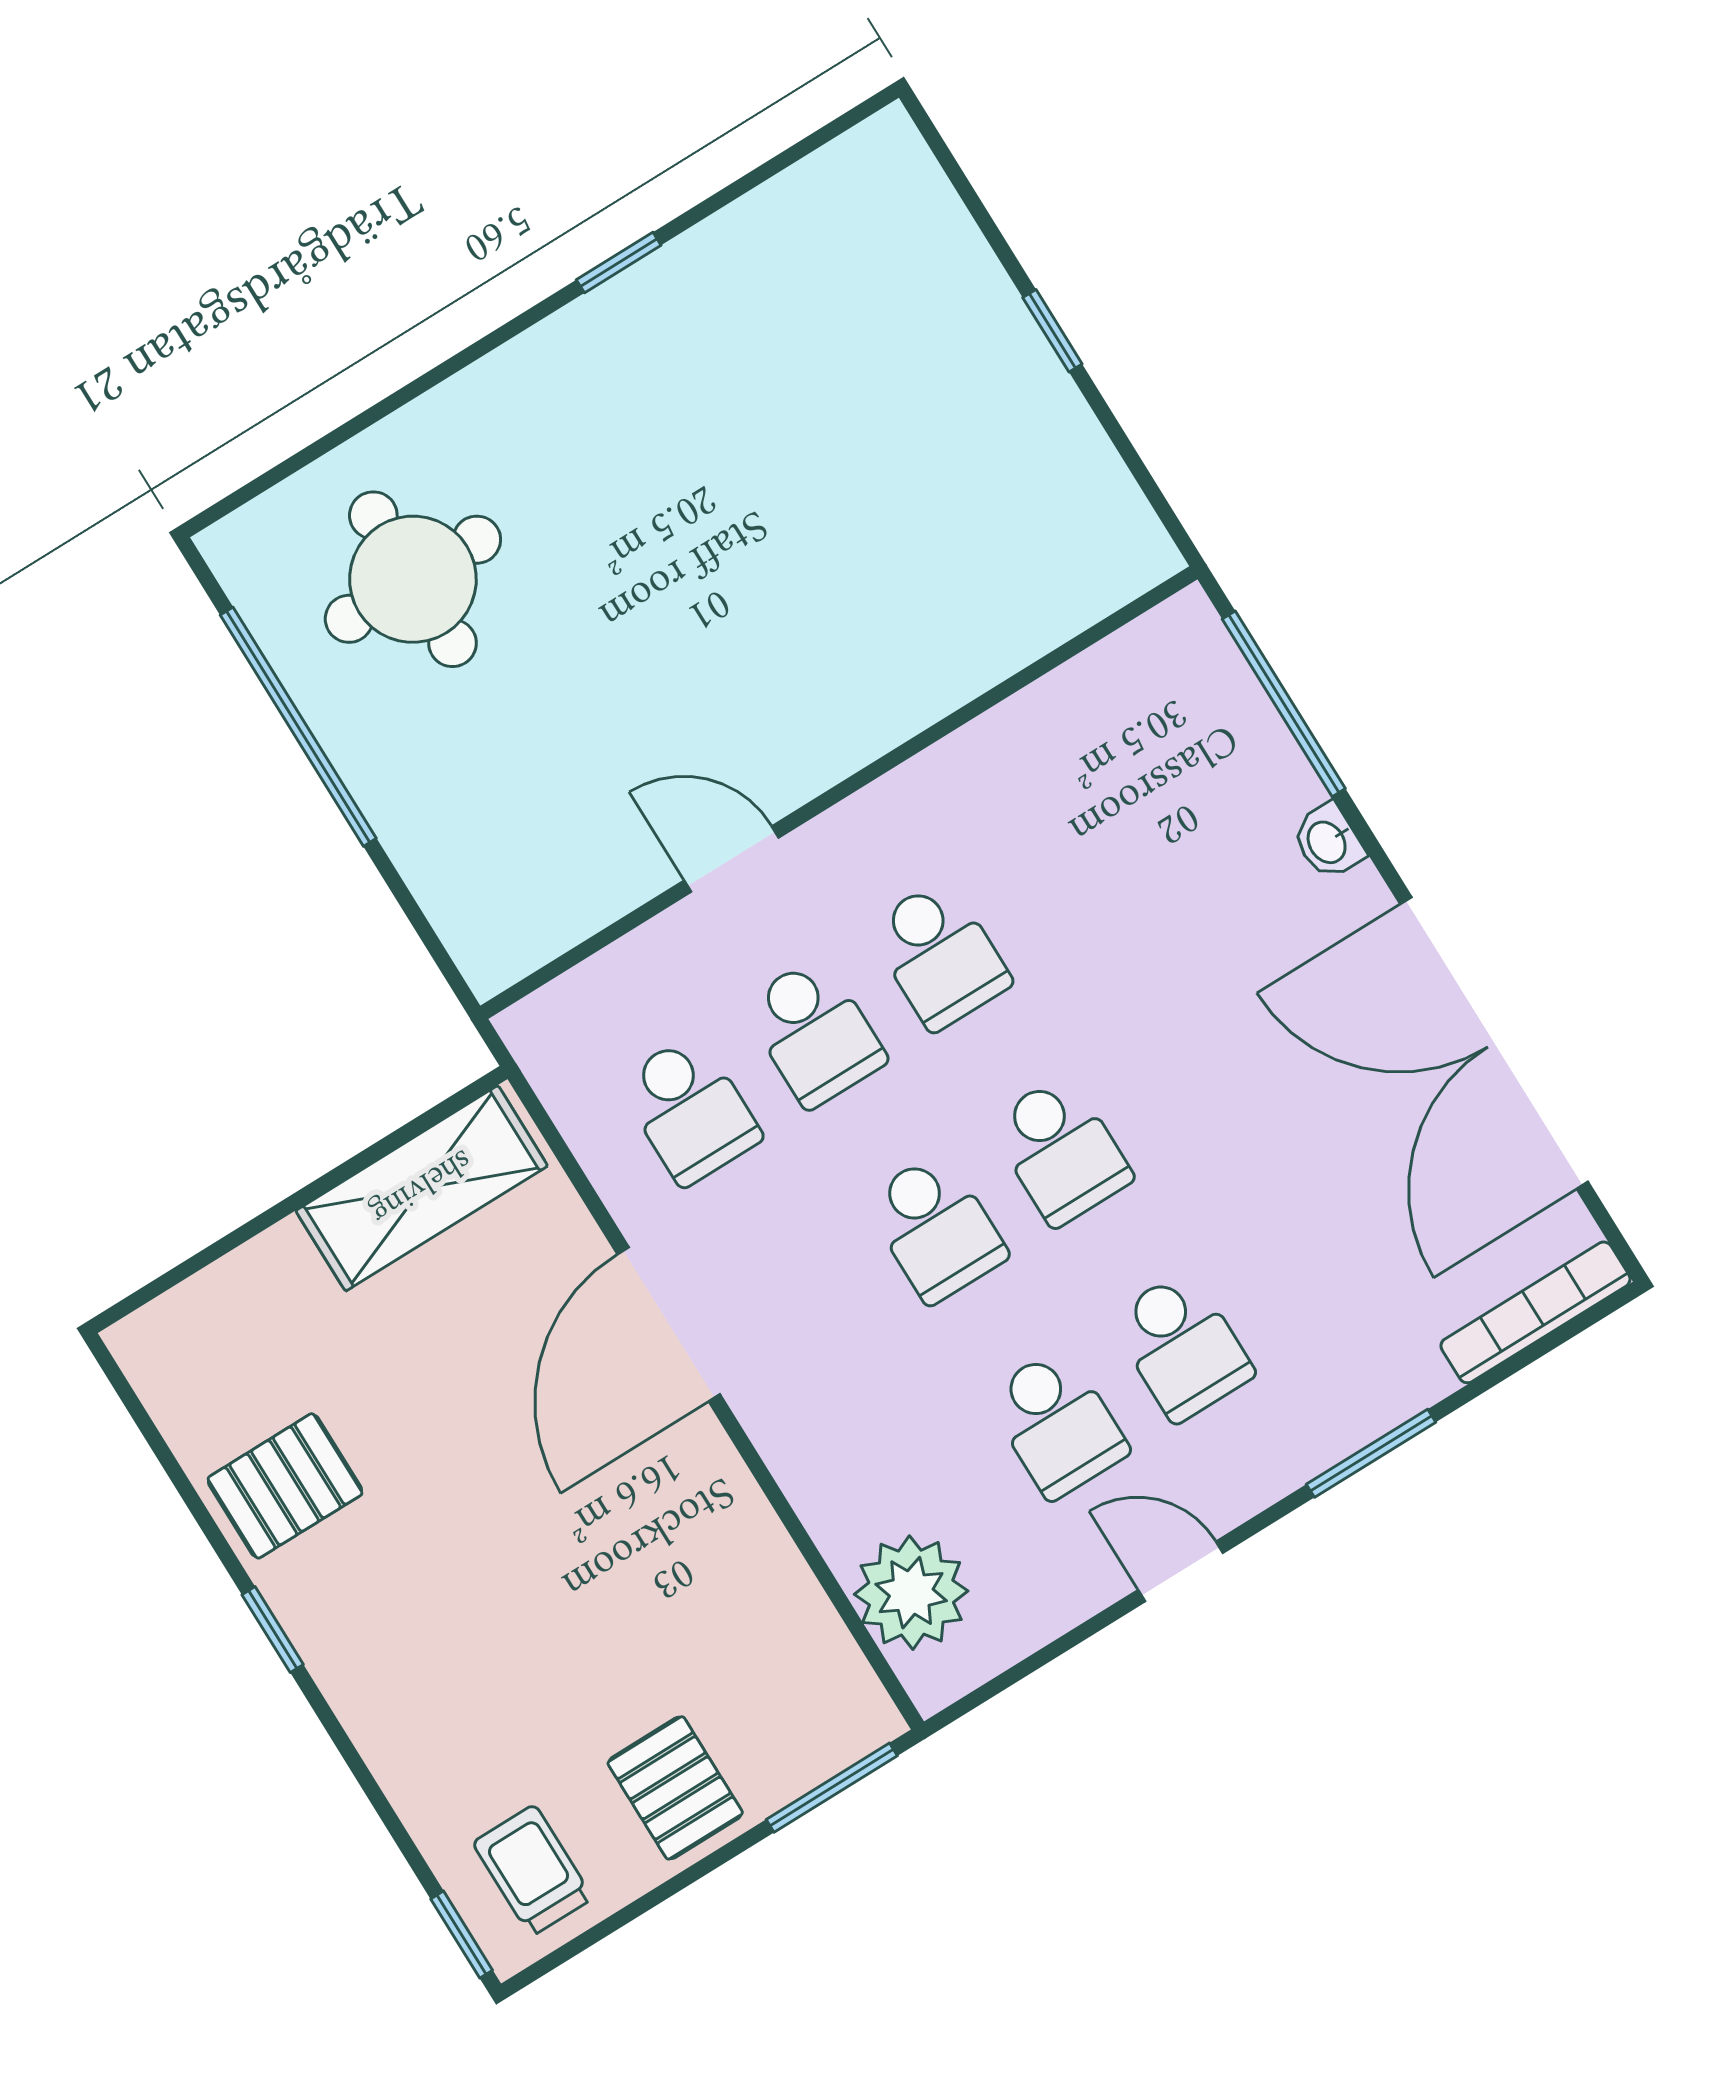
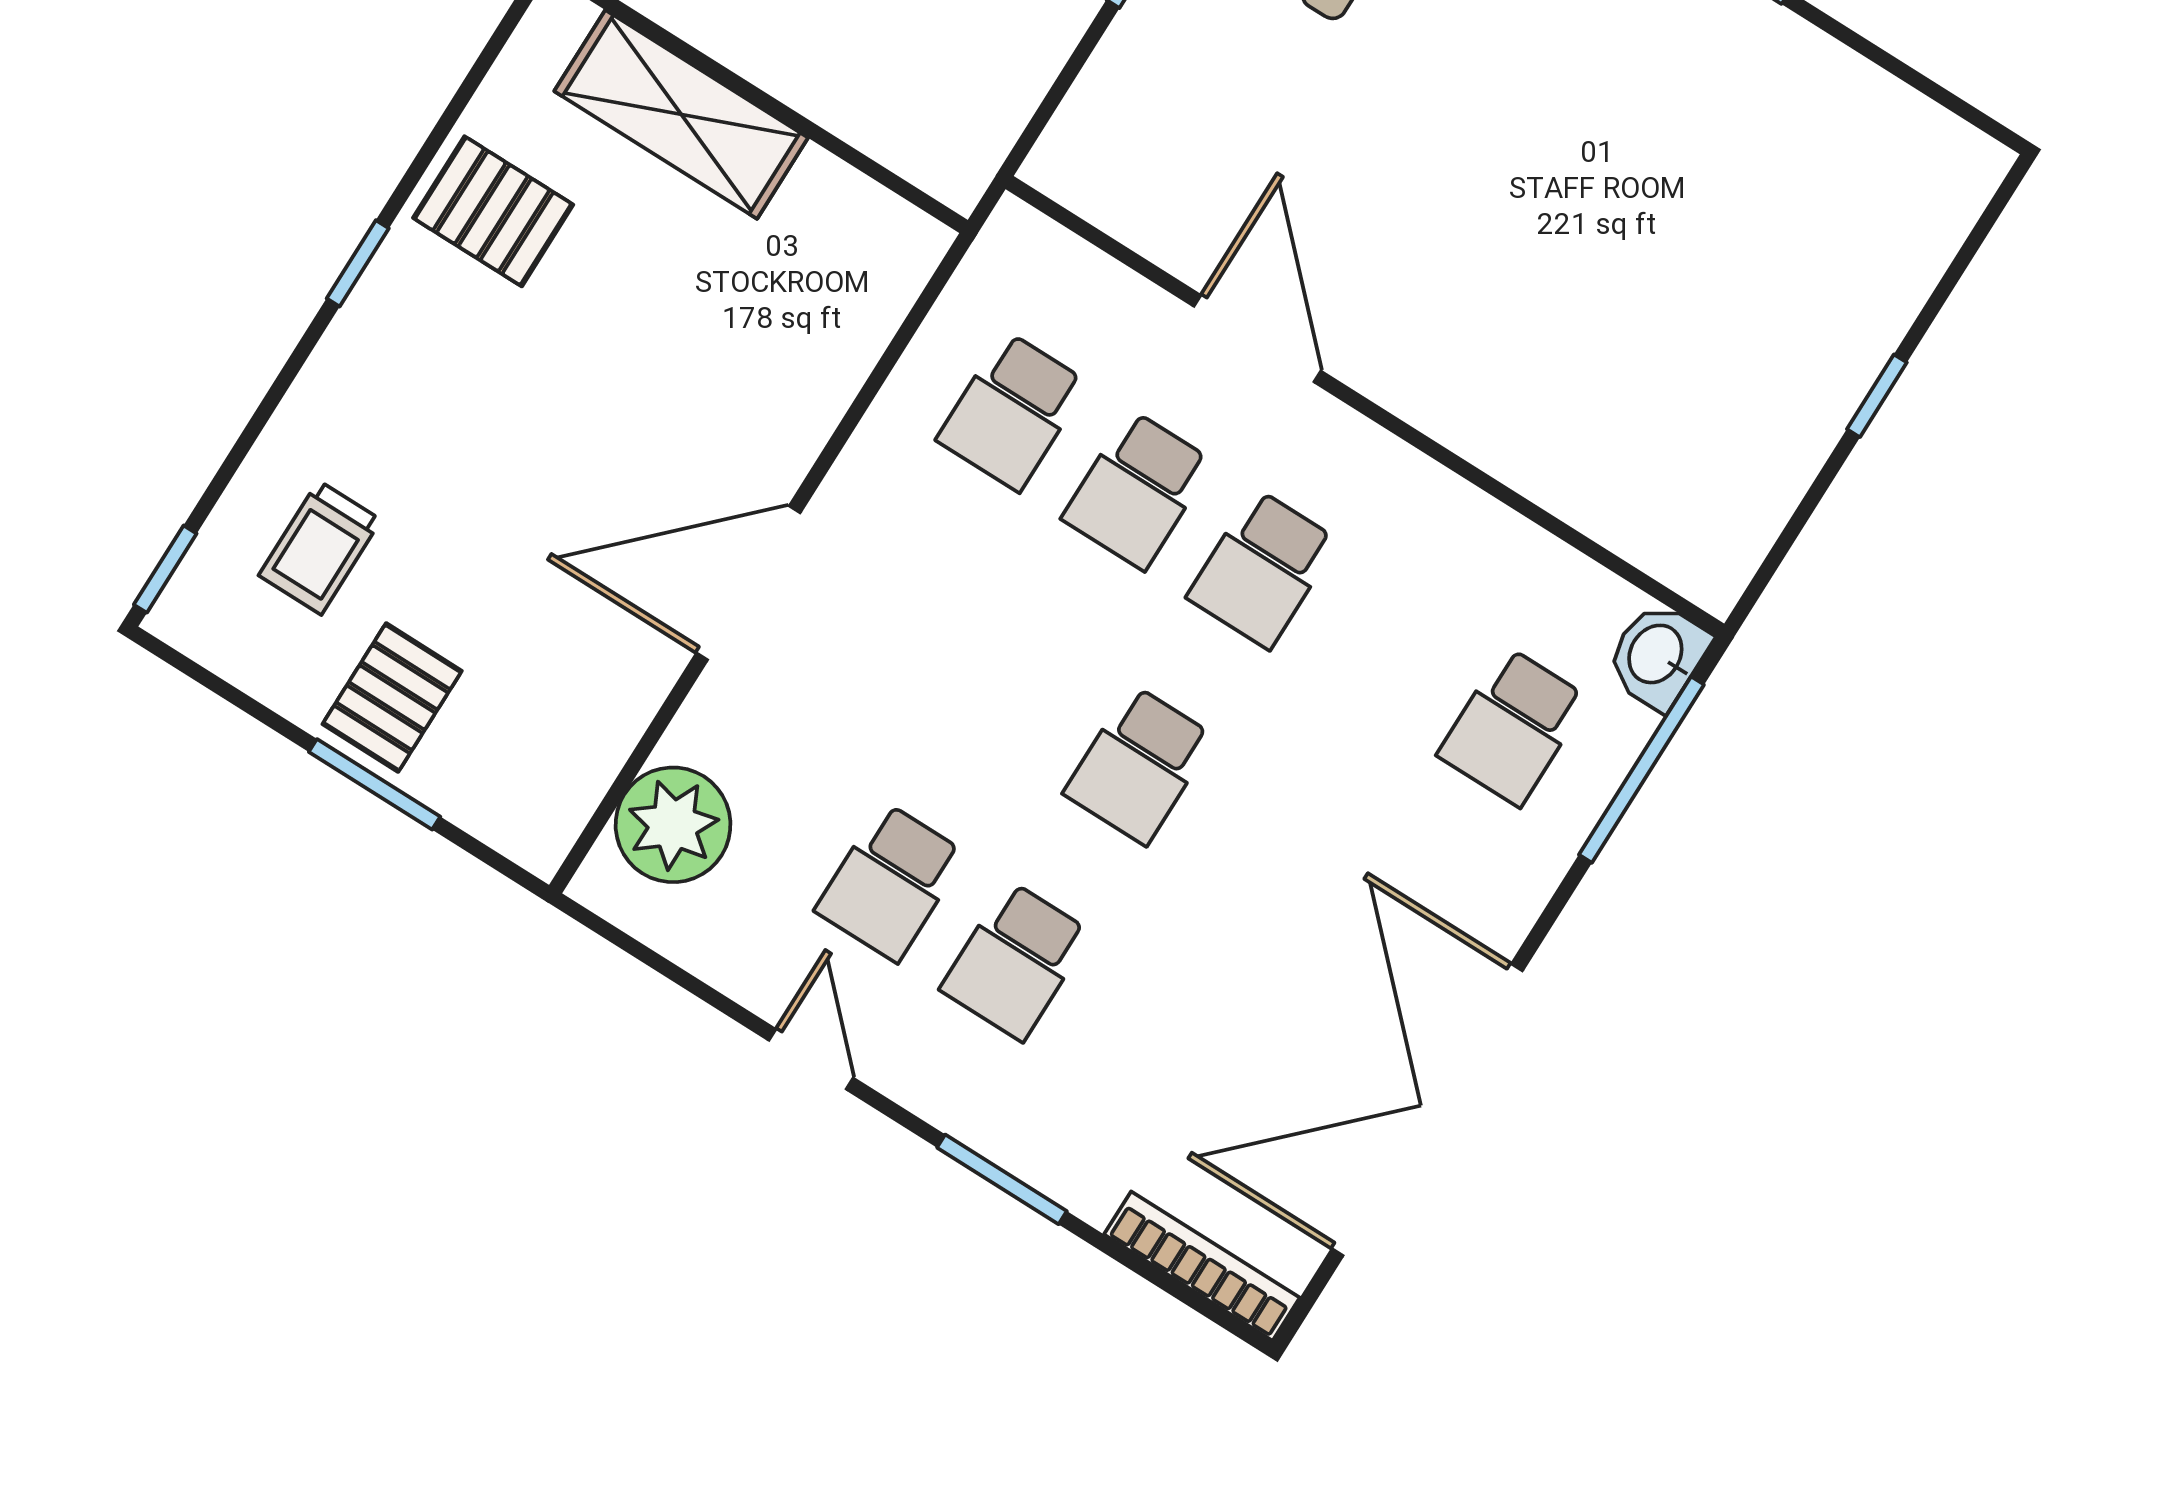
washbasin: (1328, 841) -> (1657, 655), moved, width x1.38, depth x1.45
door: (732, 859) -> (1257, 339), width x1.38
shelving: (422, 1188) -> (681, 114), moved
school desk: (936, 1228) -> (1513, 727), moved
door: (669, 1324) -> (748, 583), moved
window: (832, 1788) -> (375, 784), moved
trolley: (533, 1870) -> (320, 548), moved, turned 180

